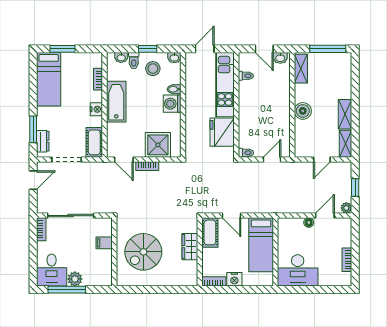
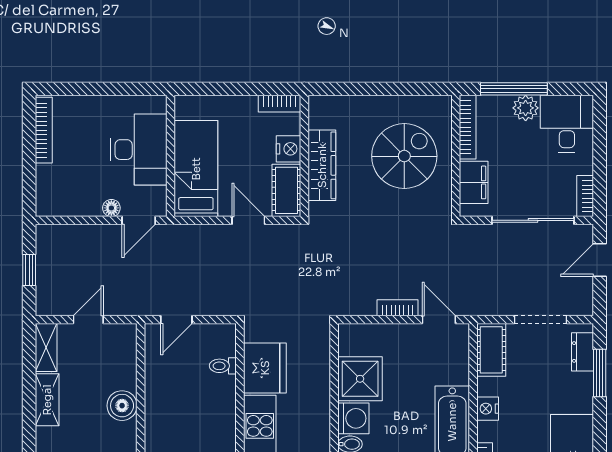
shower: (158, 145) -> (360, 379), moved
toilet: (246, 153) -> (223, 366), moved
door: (33, 180) -> (600, 260), moved
plant: (346, 208) -> (45, 234), removed
door: (325, 216) -> (139, 220), moved
filing cabinet: (104, 243) -> (474, 182), width x2.00
wardrobe: (190, 247) -> (322, 165), width x1.50
bookcase: (347, 260) -> (44, 130), width x1.56
bookcase: (108, 268) -> (468, 127), added
desk: (298, 270) -> (139, 150), moved, turned 90
nightstand: (234, 279) -> (289, 149), moved, turned 90
window: (67, 290) -> (514, 89), moved

